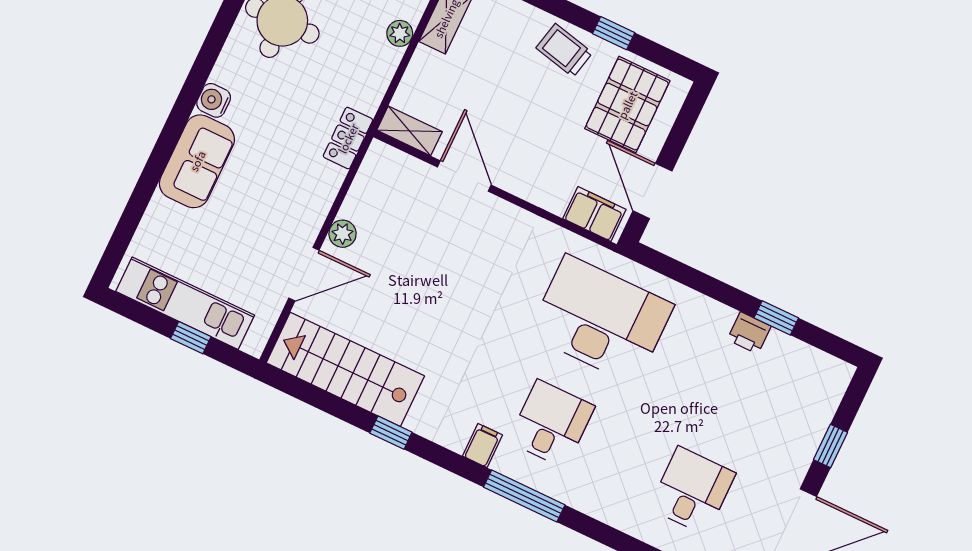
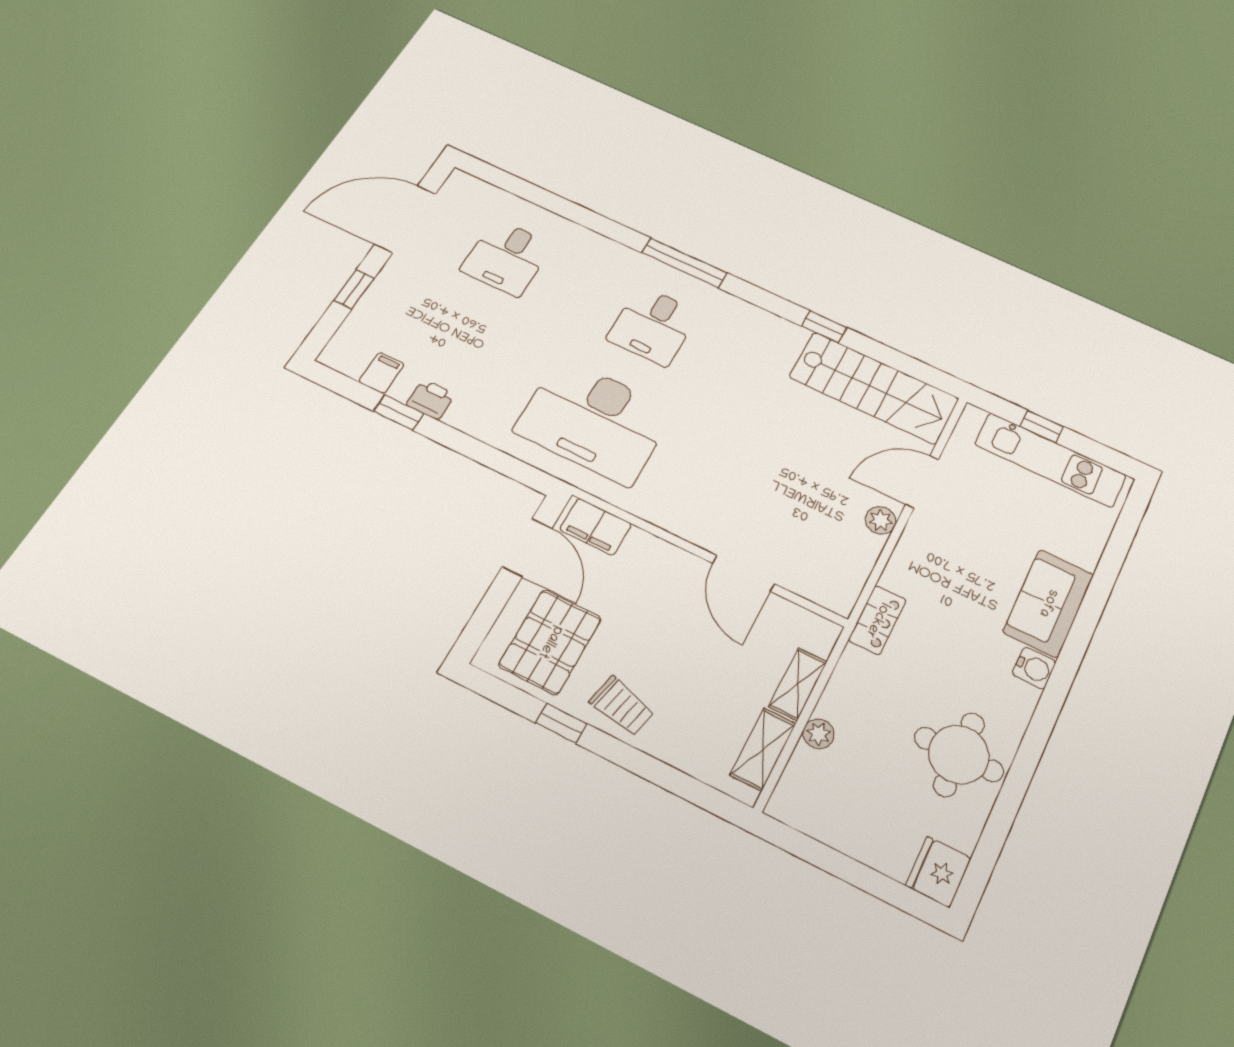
shelving: (409, 131) -> (798, 684), moved, turned 90
filing cabinet: (483, 445) -> (382, 373), moved, turned 180

